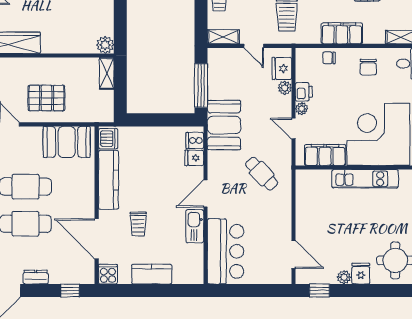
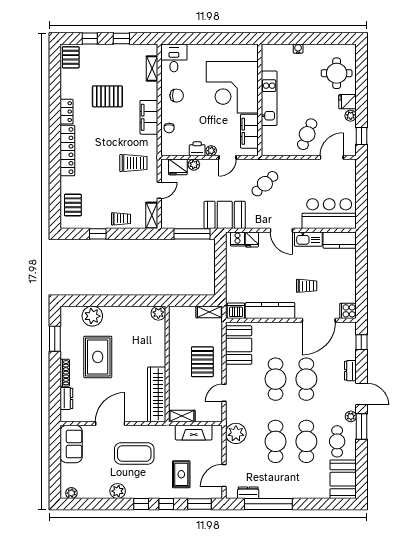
shelving: (107, 73) -> (209, 312), moved
cafe table: (322, 225) -> (307, 134), added
kitchen counter: (152, 274) -> (340, 240), moved, turned -90

